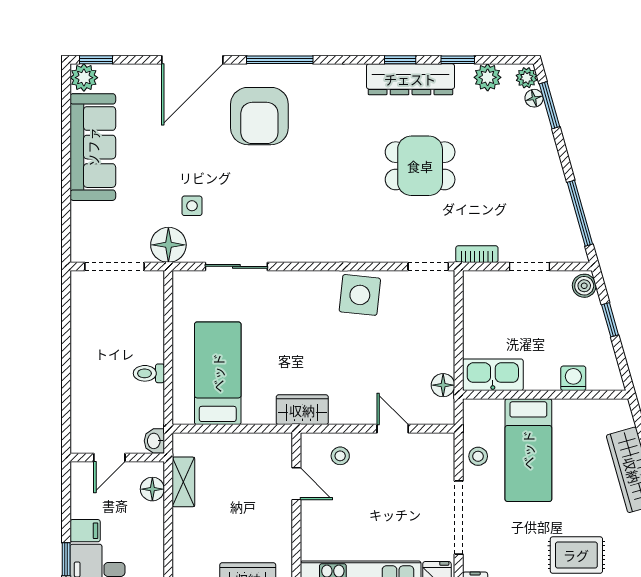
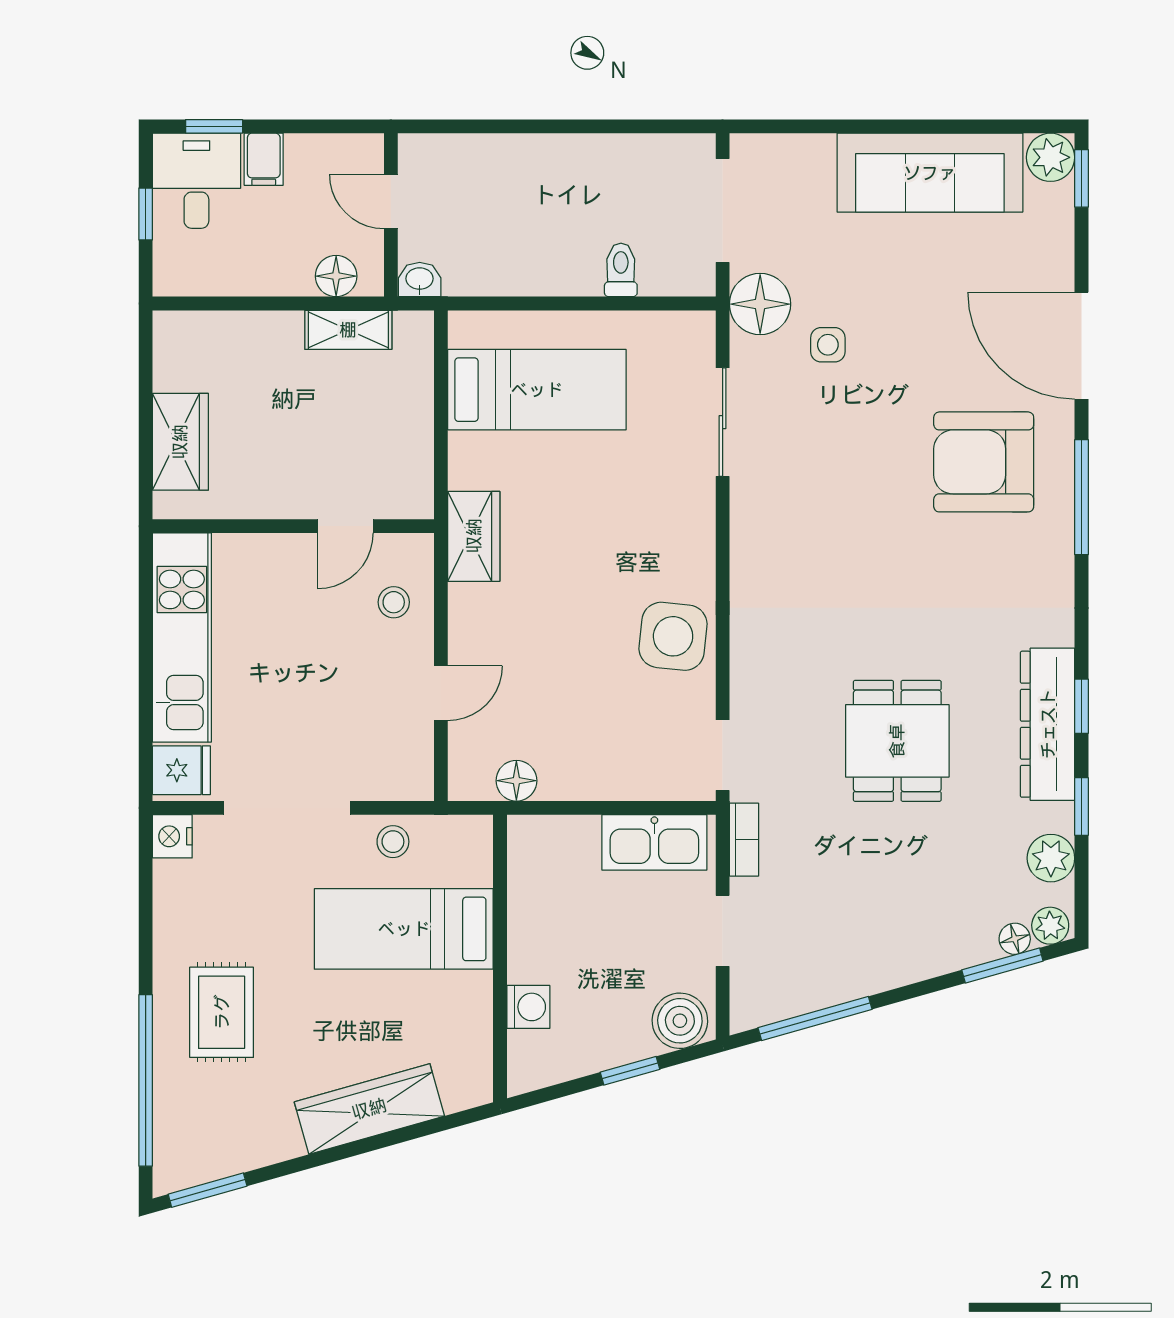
boiler: (584, 286) -> (680, 1021), width x1.36, depth x1.36
toilet: (149, 373) -> (621, 270), moved
kitchen sink: (493, 375) -> (654, 842), moved, turned 90

